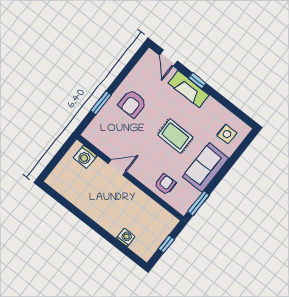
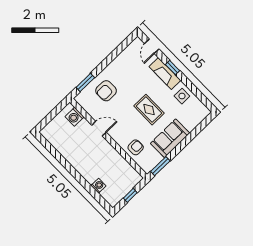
window: (101, 103) -> (85, 82), moved
armchair: (132, 104) -> (106, 91), moved
side table: (227, 134) -> (182, 96), moved

